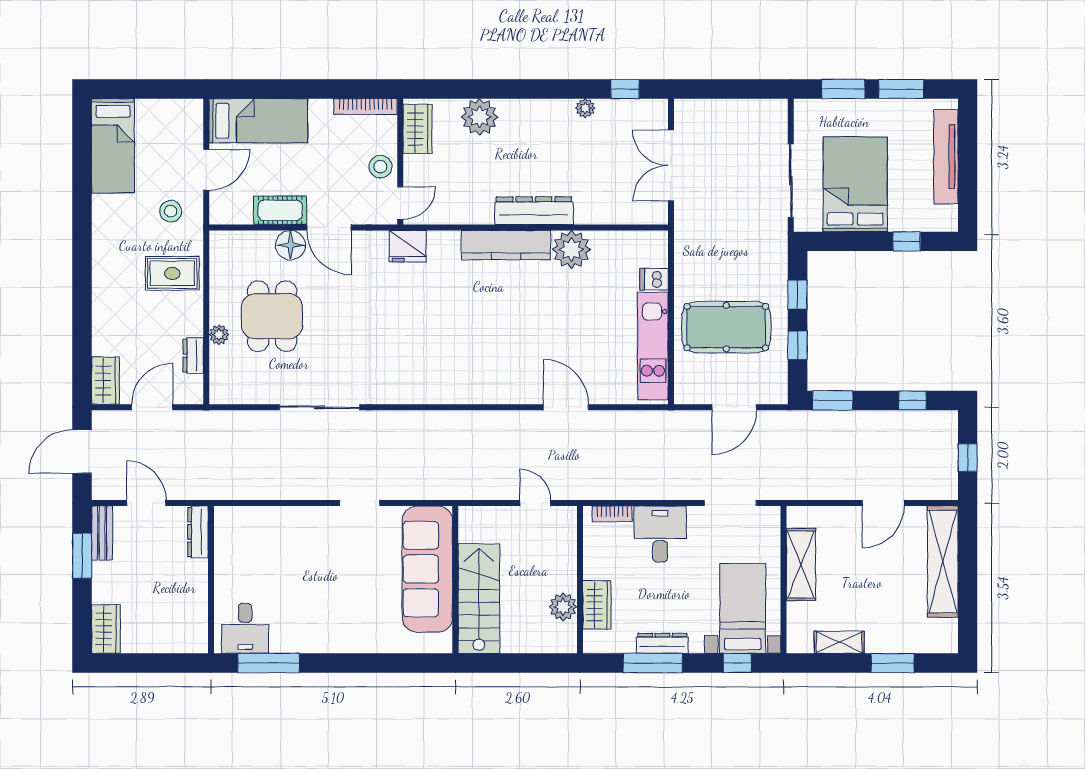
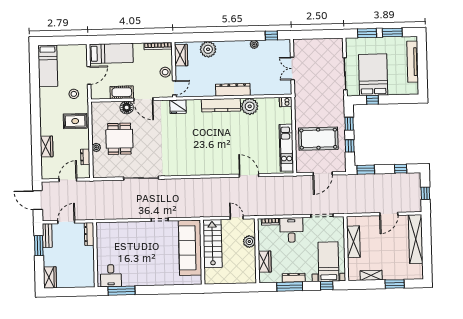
double door: (671, 165) -> (292, 68), width x0.73
window: (907, 241) -> (372, 100), moved
dishwasher: (654, 279) -> (286, 102), moved
wardrobe: (105, 380) -> (47, 147), moved
door: (82, 452) -> (38, 200), hinge flipped
door: (146, 503) -> (66, 222), hinge flipped
stairs: (479, 599) -> (212, 244), moved
plant: (563, 607) -> (249, 242), moved

